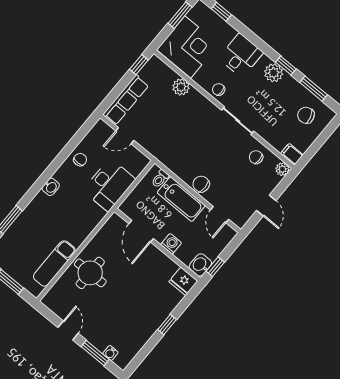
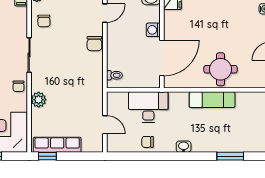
plant: (181, 87) -> (39, 100), moved
row of seats: (126, 100) -> (57, 145), moved
bathtub: (181, 199) -> (116, 49), removed
door: (141, 231) -> (162, 58), width x1.36
exam couch: (54, 263) -> (212, 100), moved

